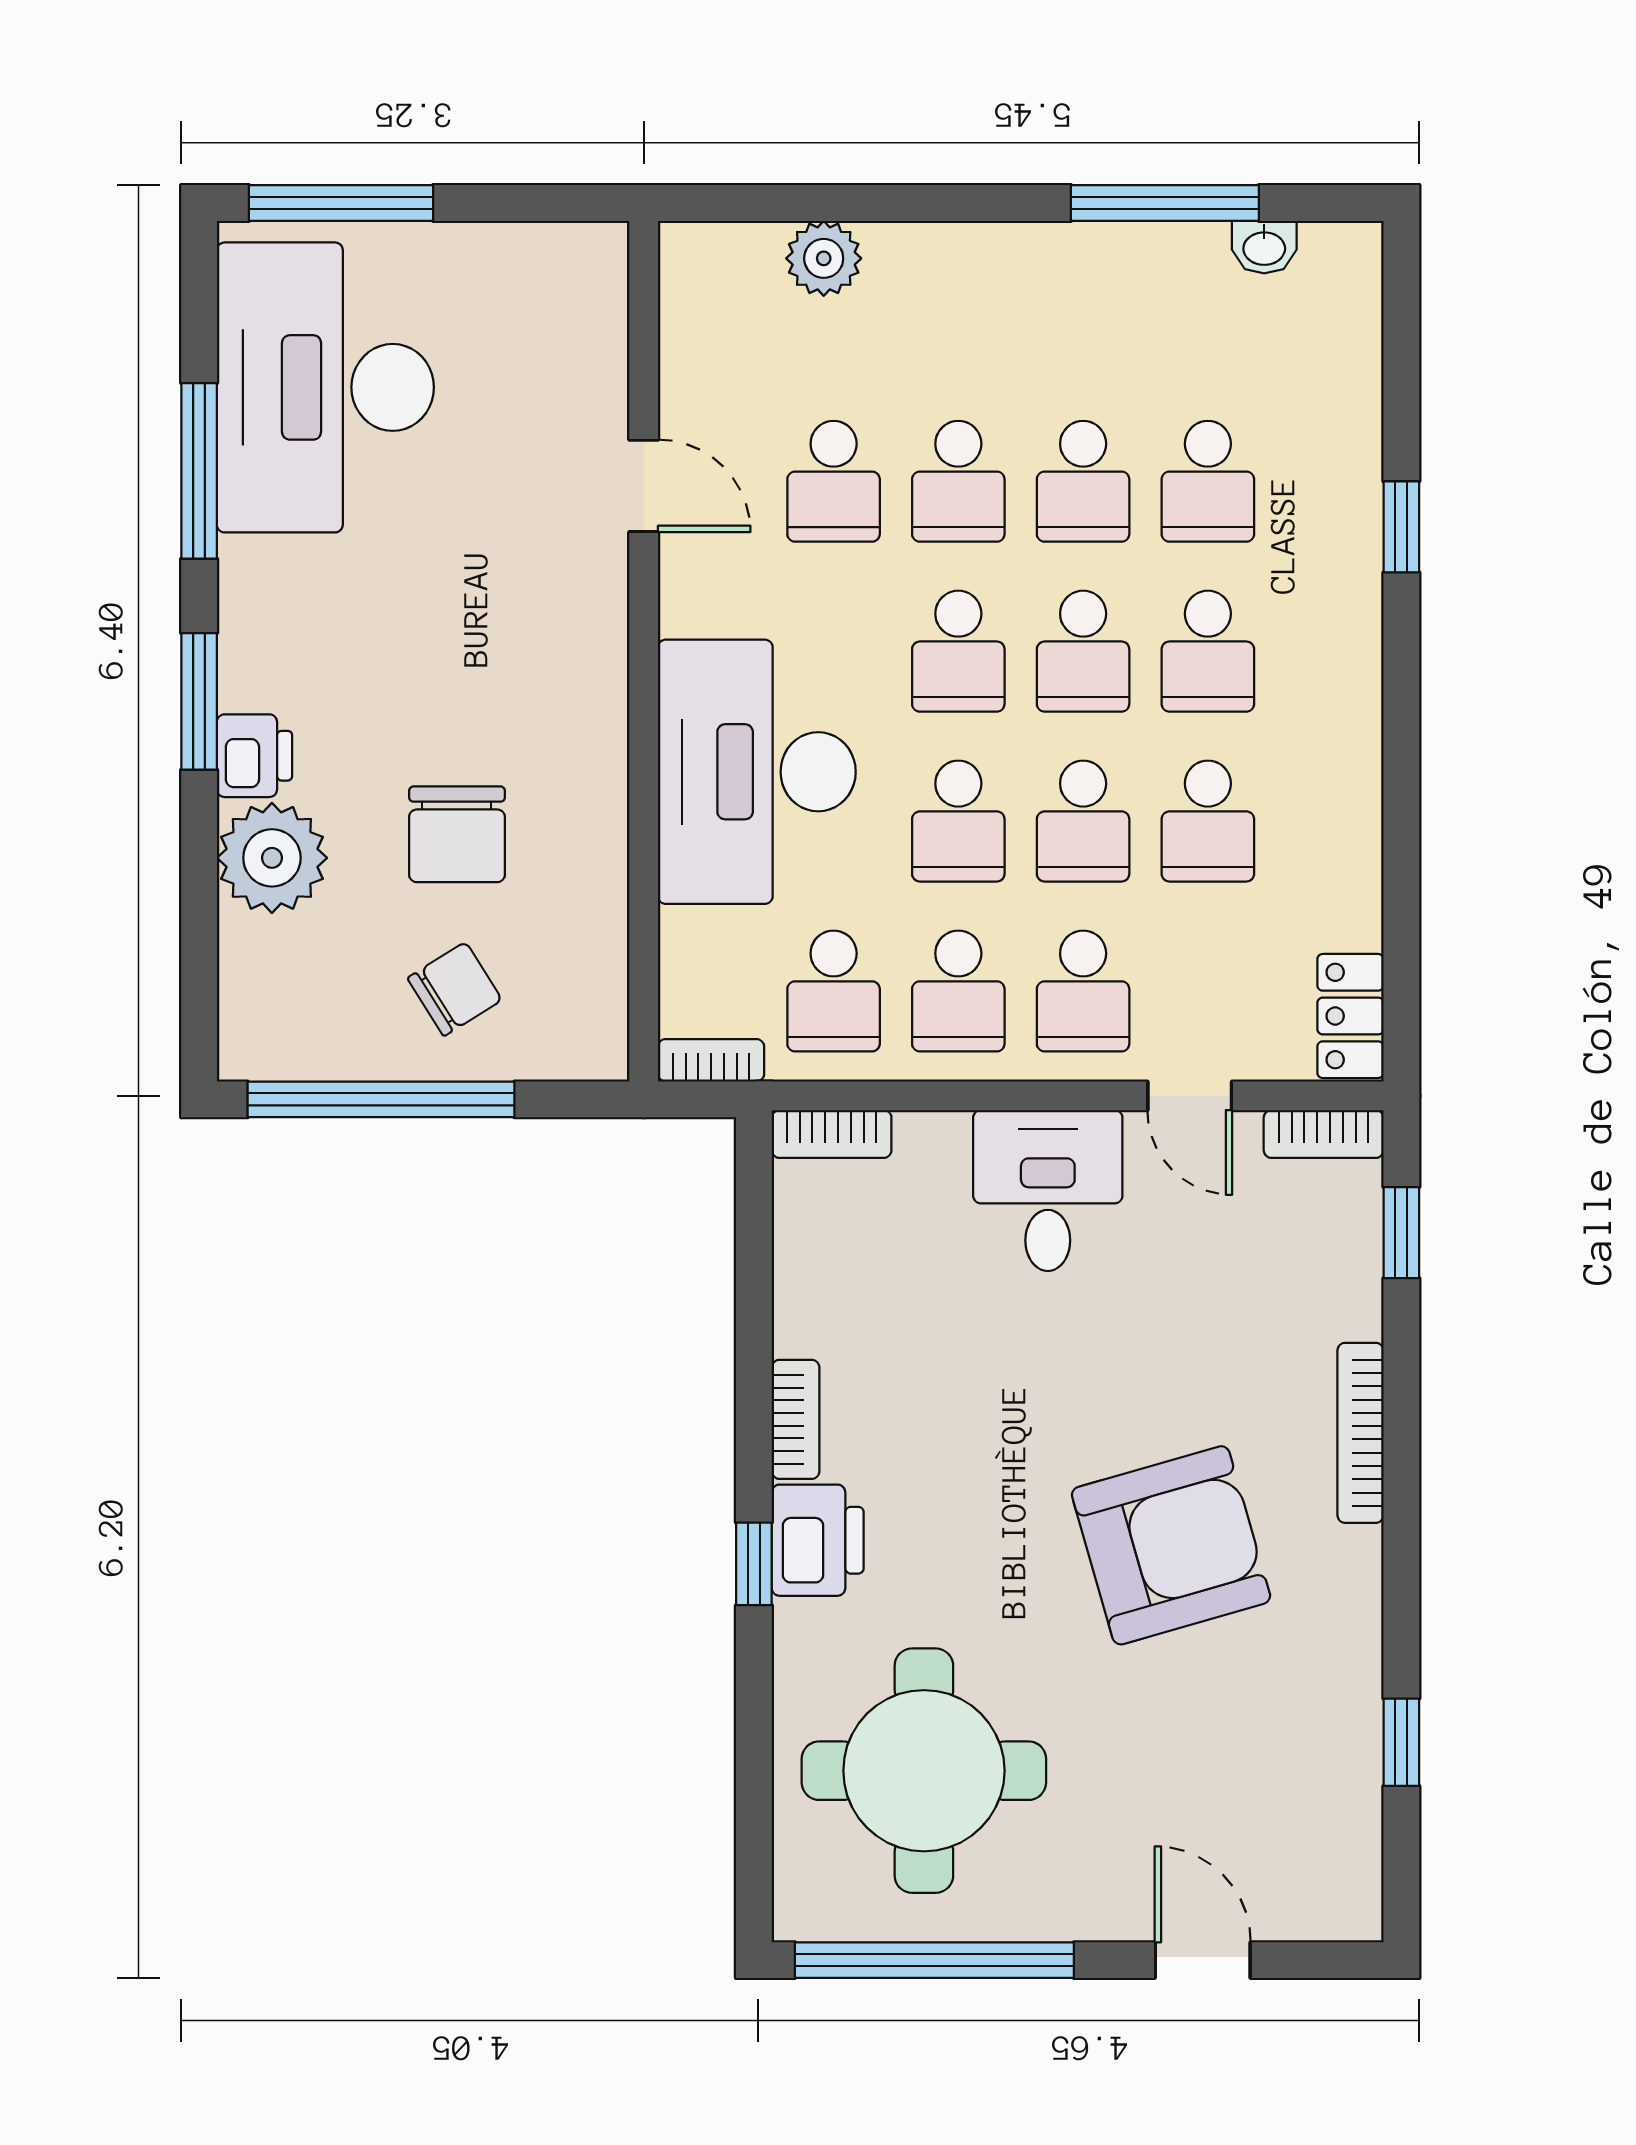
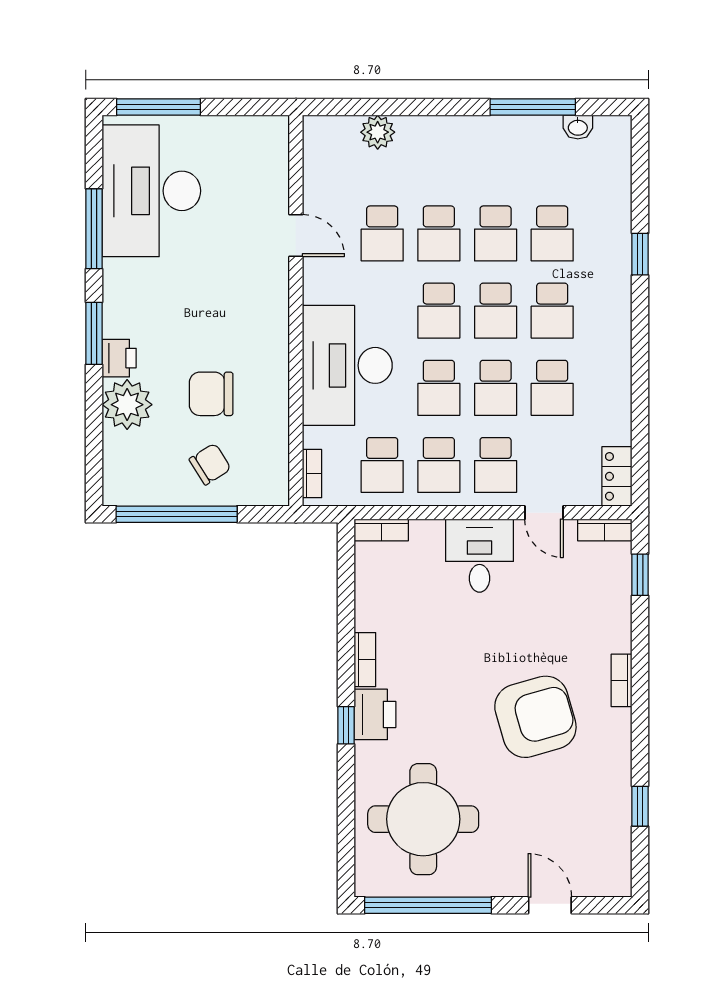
chair: (457, 834) -> (211, 394), turned 90
bookcase: (711, 1060) -> (312, 474), moved, turned 90
bookcase: (1360, 1433) -> (622, 680), width x0.64

